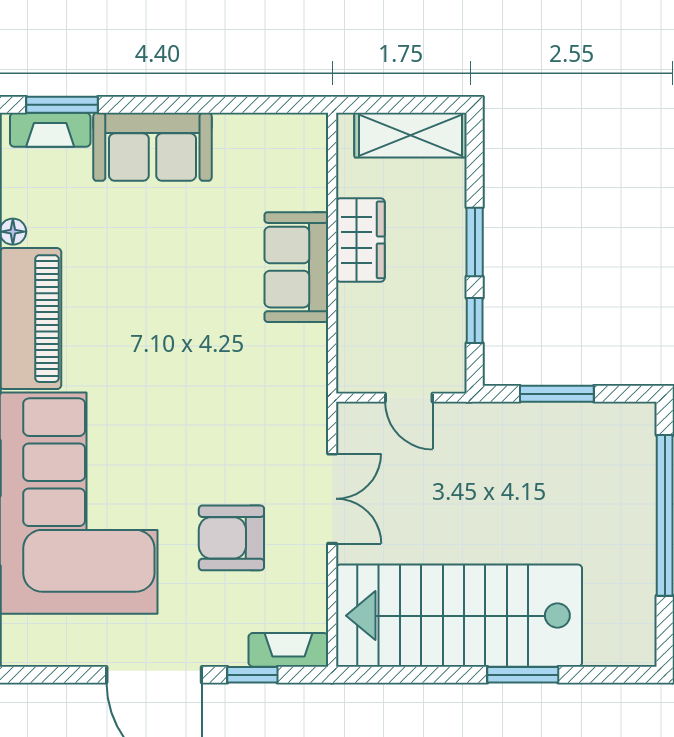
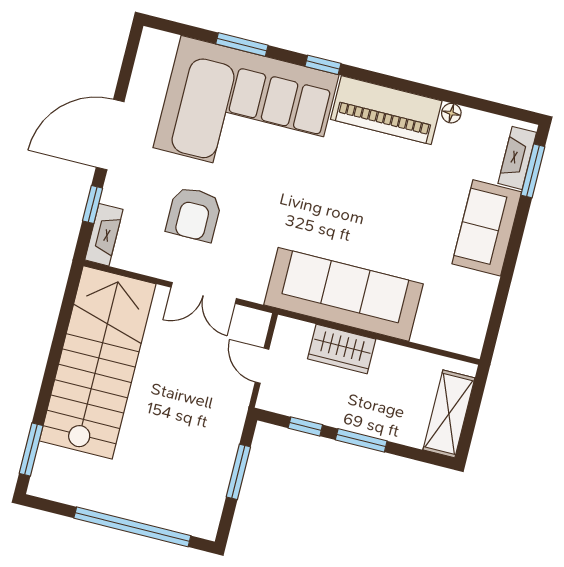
wardrobe: (360, 240) -> (342, 349), moved
sofa: (296, 267) -> (343, 294), width x1.85, depth x1.27
door: (409, 398) -> (262, 366), hinge flipped
armchair: (231, 538) -> (194, 214), turned 180
window: (523, 675) -> (31, 449), moved

